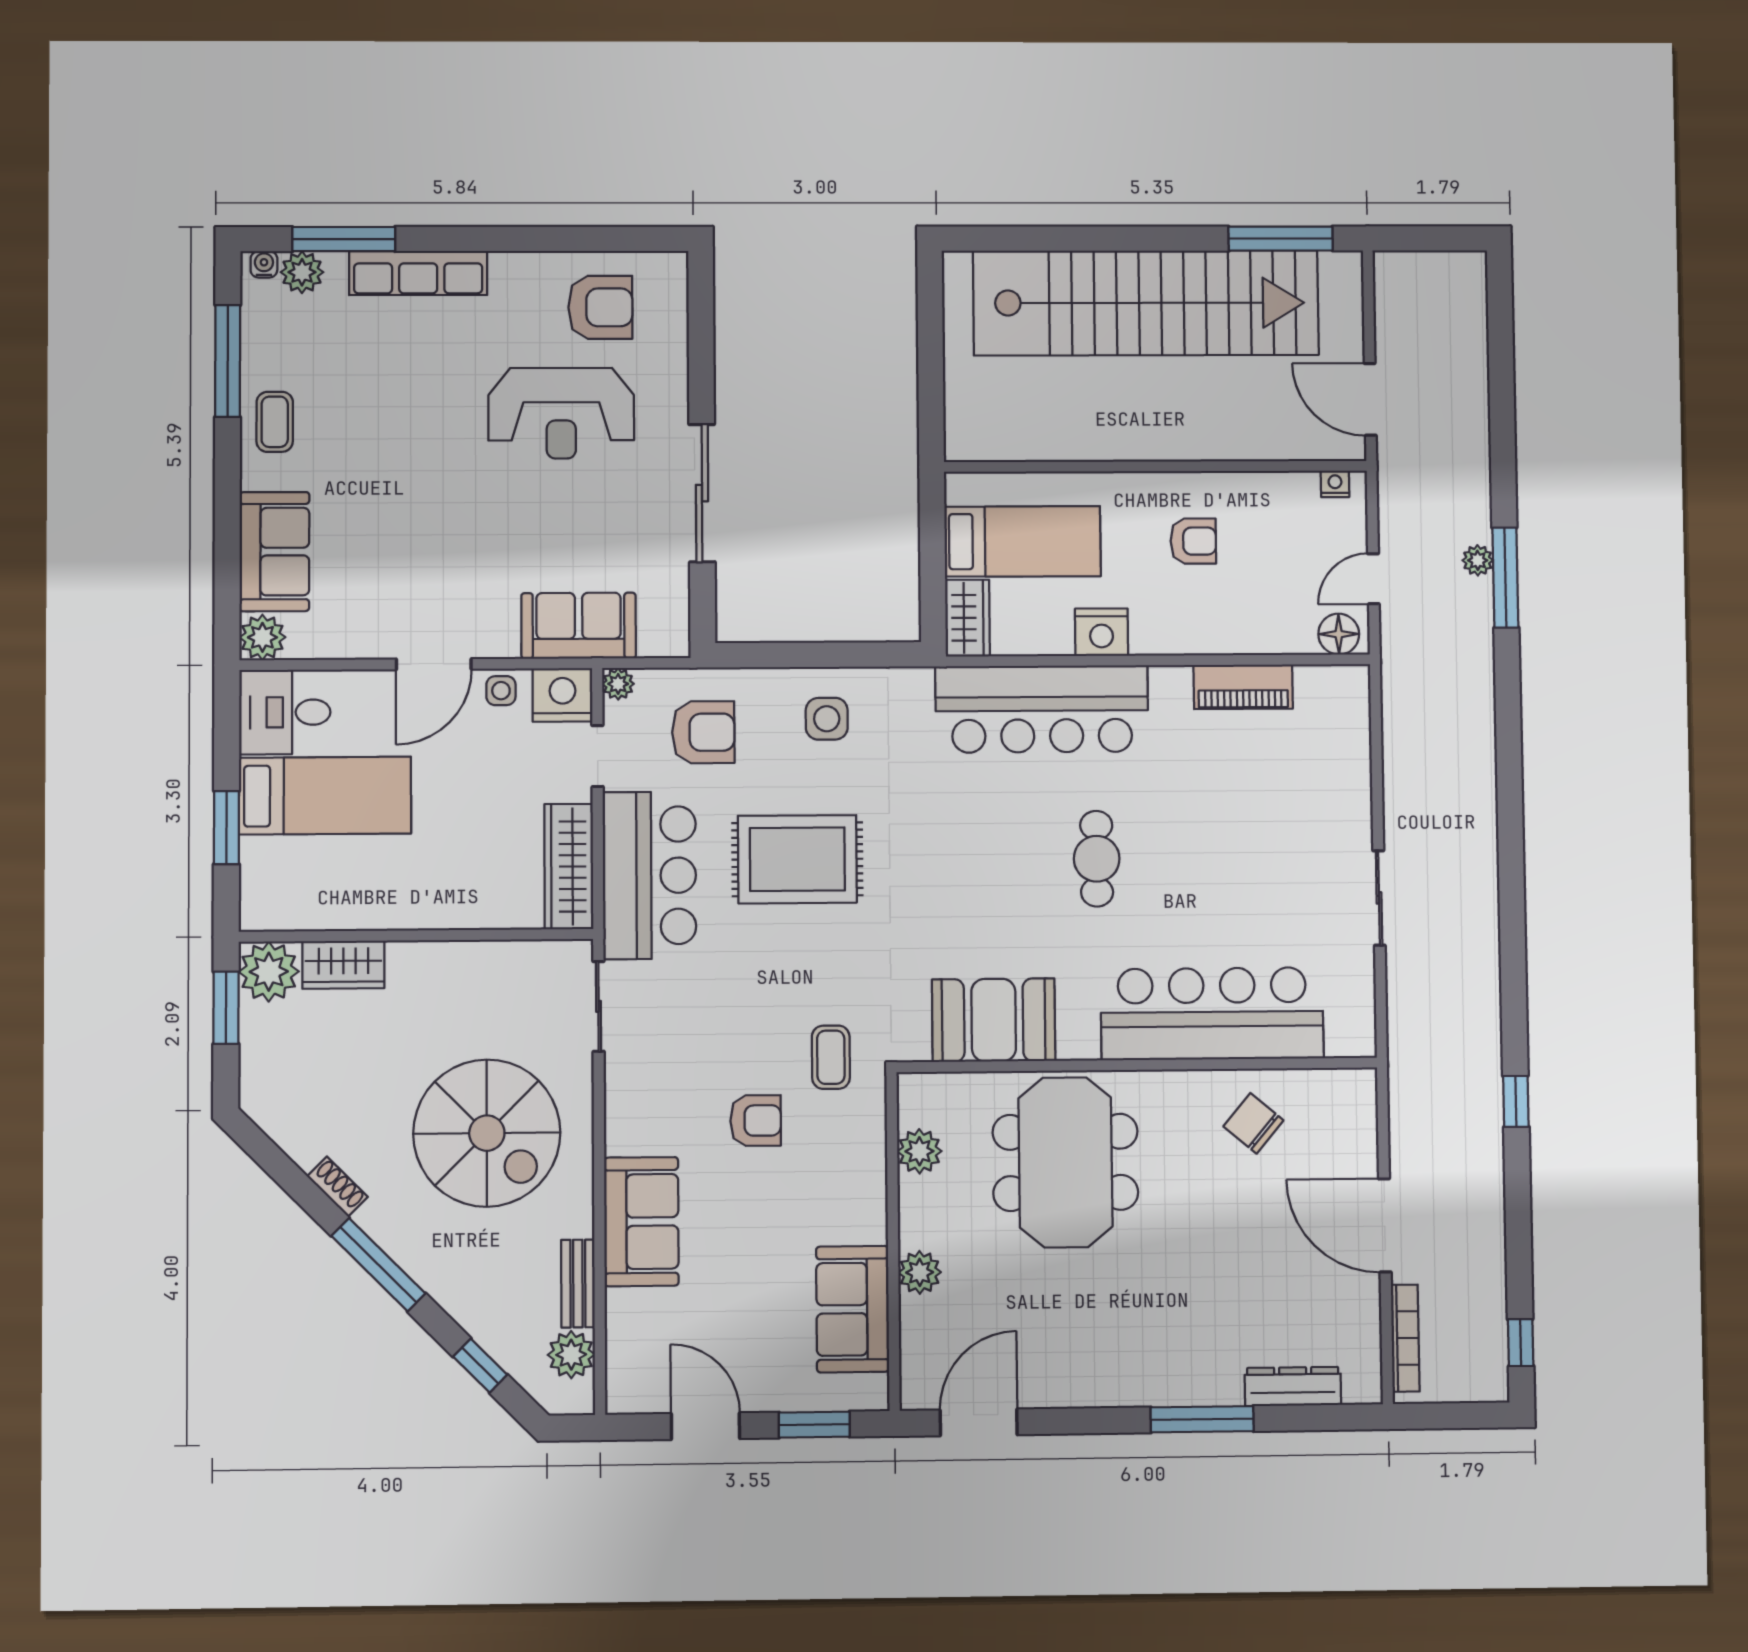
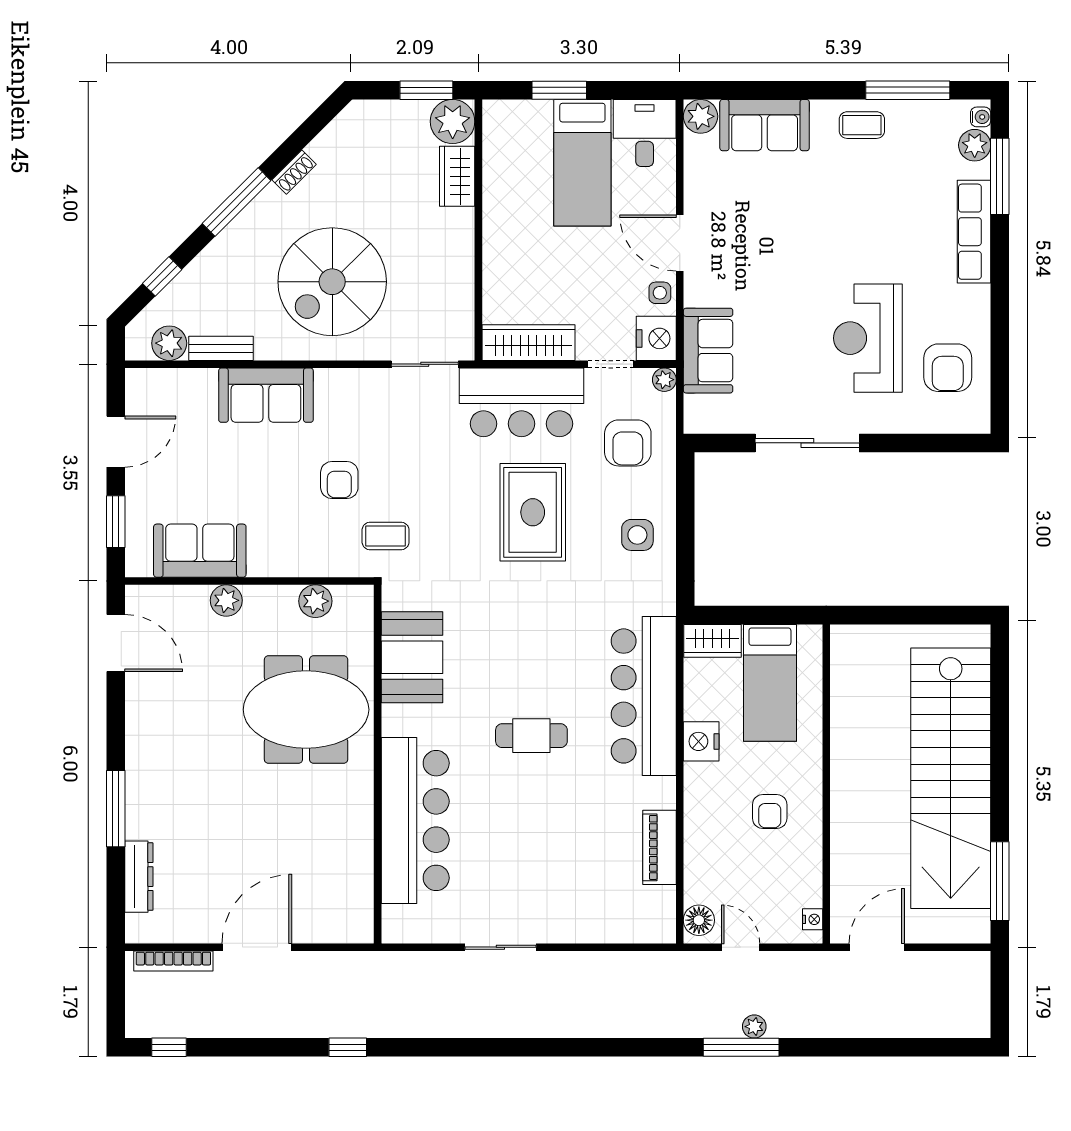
chair: (1253, 1123) -> (333, 850), removed

